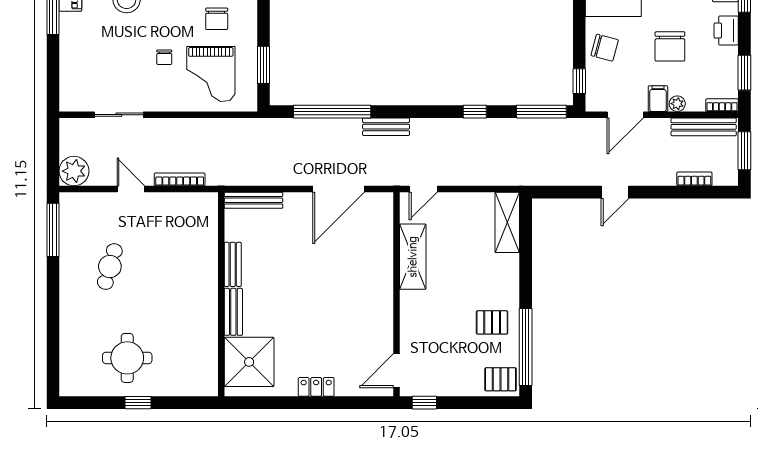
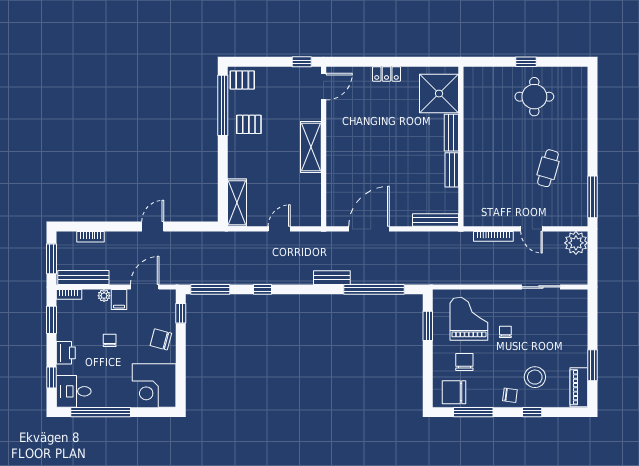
chair: (670, 46) -> (110, 340), width x0.54, depth x0.54
door: (423, 189) -> (279, 229), moved
shelving: (413, 257) -> (311, 147), moved

